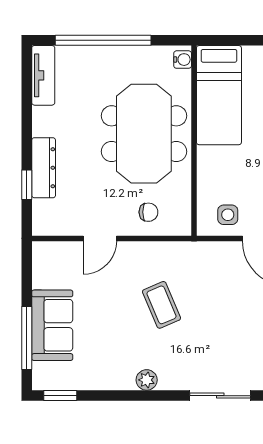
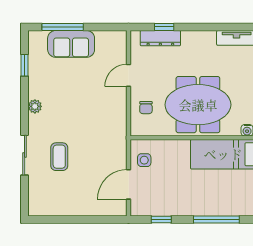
dresser: (44, 168) -> (160, 38), moved
door: (100, 238) -> (129, 75), hinge flipped
coffee table: (162, 305) -> (59, 157), moved, turned -67
window: (60, 396) -> (25, 65), moved

